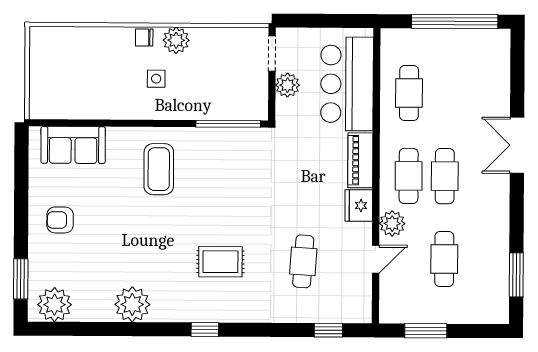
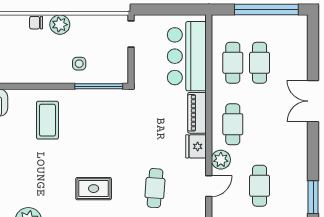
side table: (156, 79) -> (79, 64), moved
plant: (288, 85) -> (143, 57), removed
cafe table: (445, 176) -> (260, 63), moved

